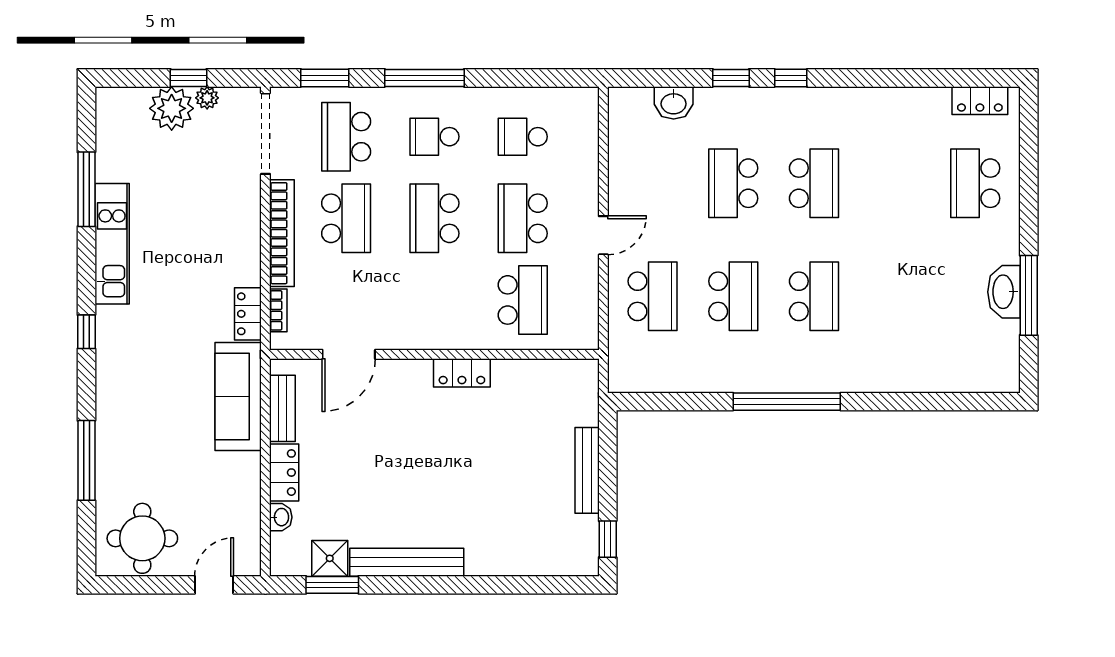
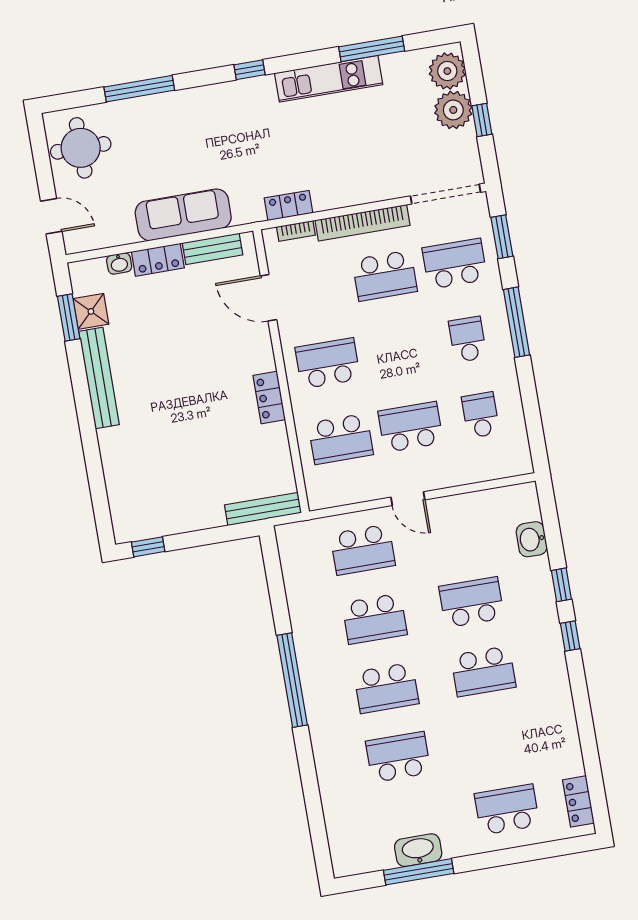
plant: (207, 98) -> (447, 71), moved, width x1.88, depth x1.88
school desk: (434, 218) -> (328, 363), moved
school desk: (895, 296) -> (398, 757), added
sofa: (238, 397) -> (183, 215), moved
bench: (587, 470) -> (263, 509), moved

